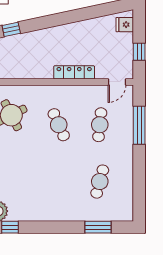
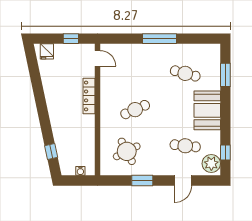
cafe table: (100, 125) -> (185, 146), moved
window: (139, 125) -> (160, 39), moved
booth: (58, 207) -> (207, 110), added

